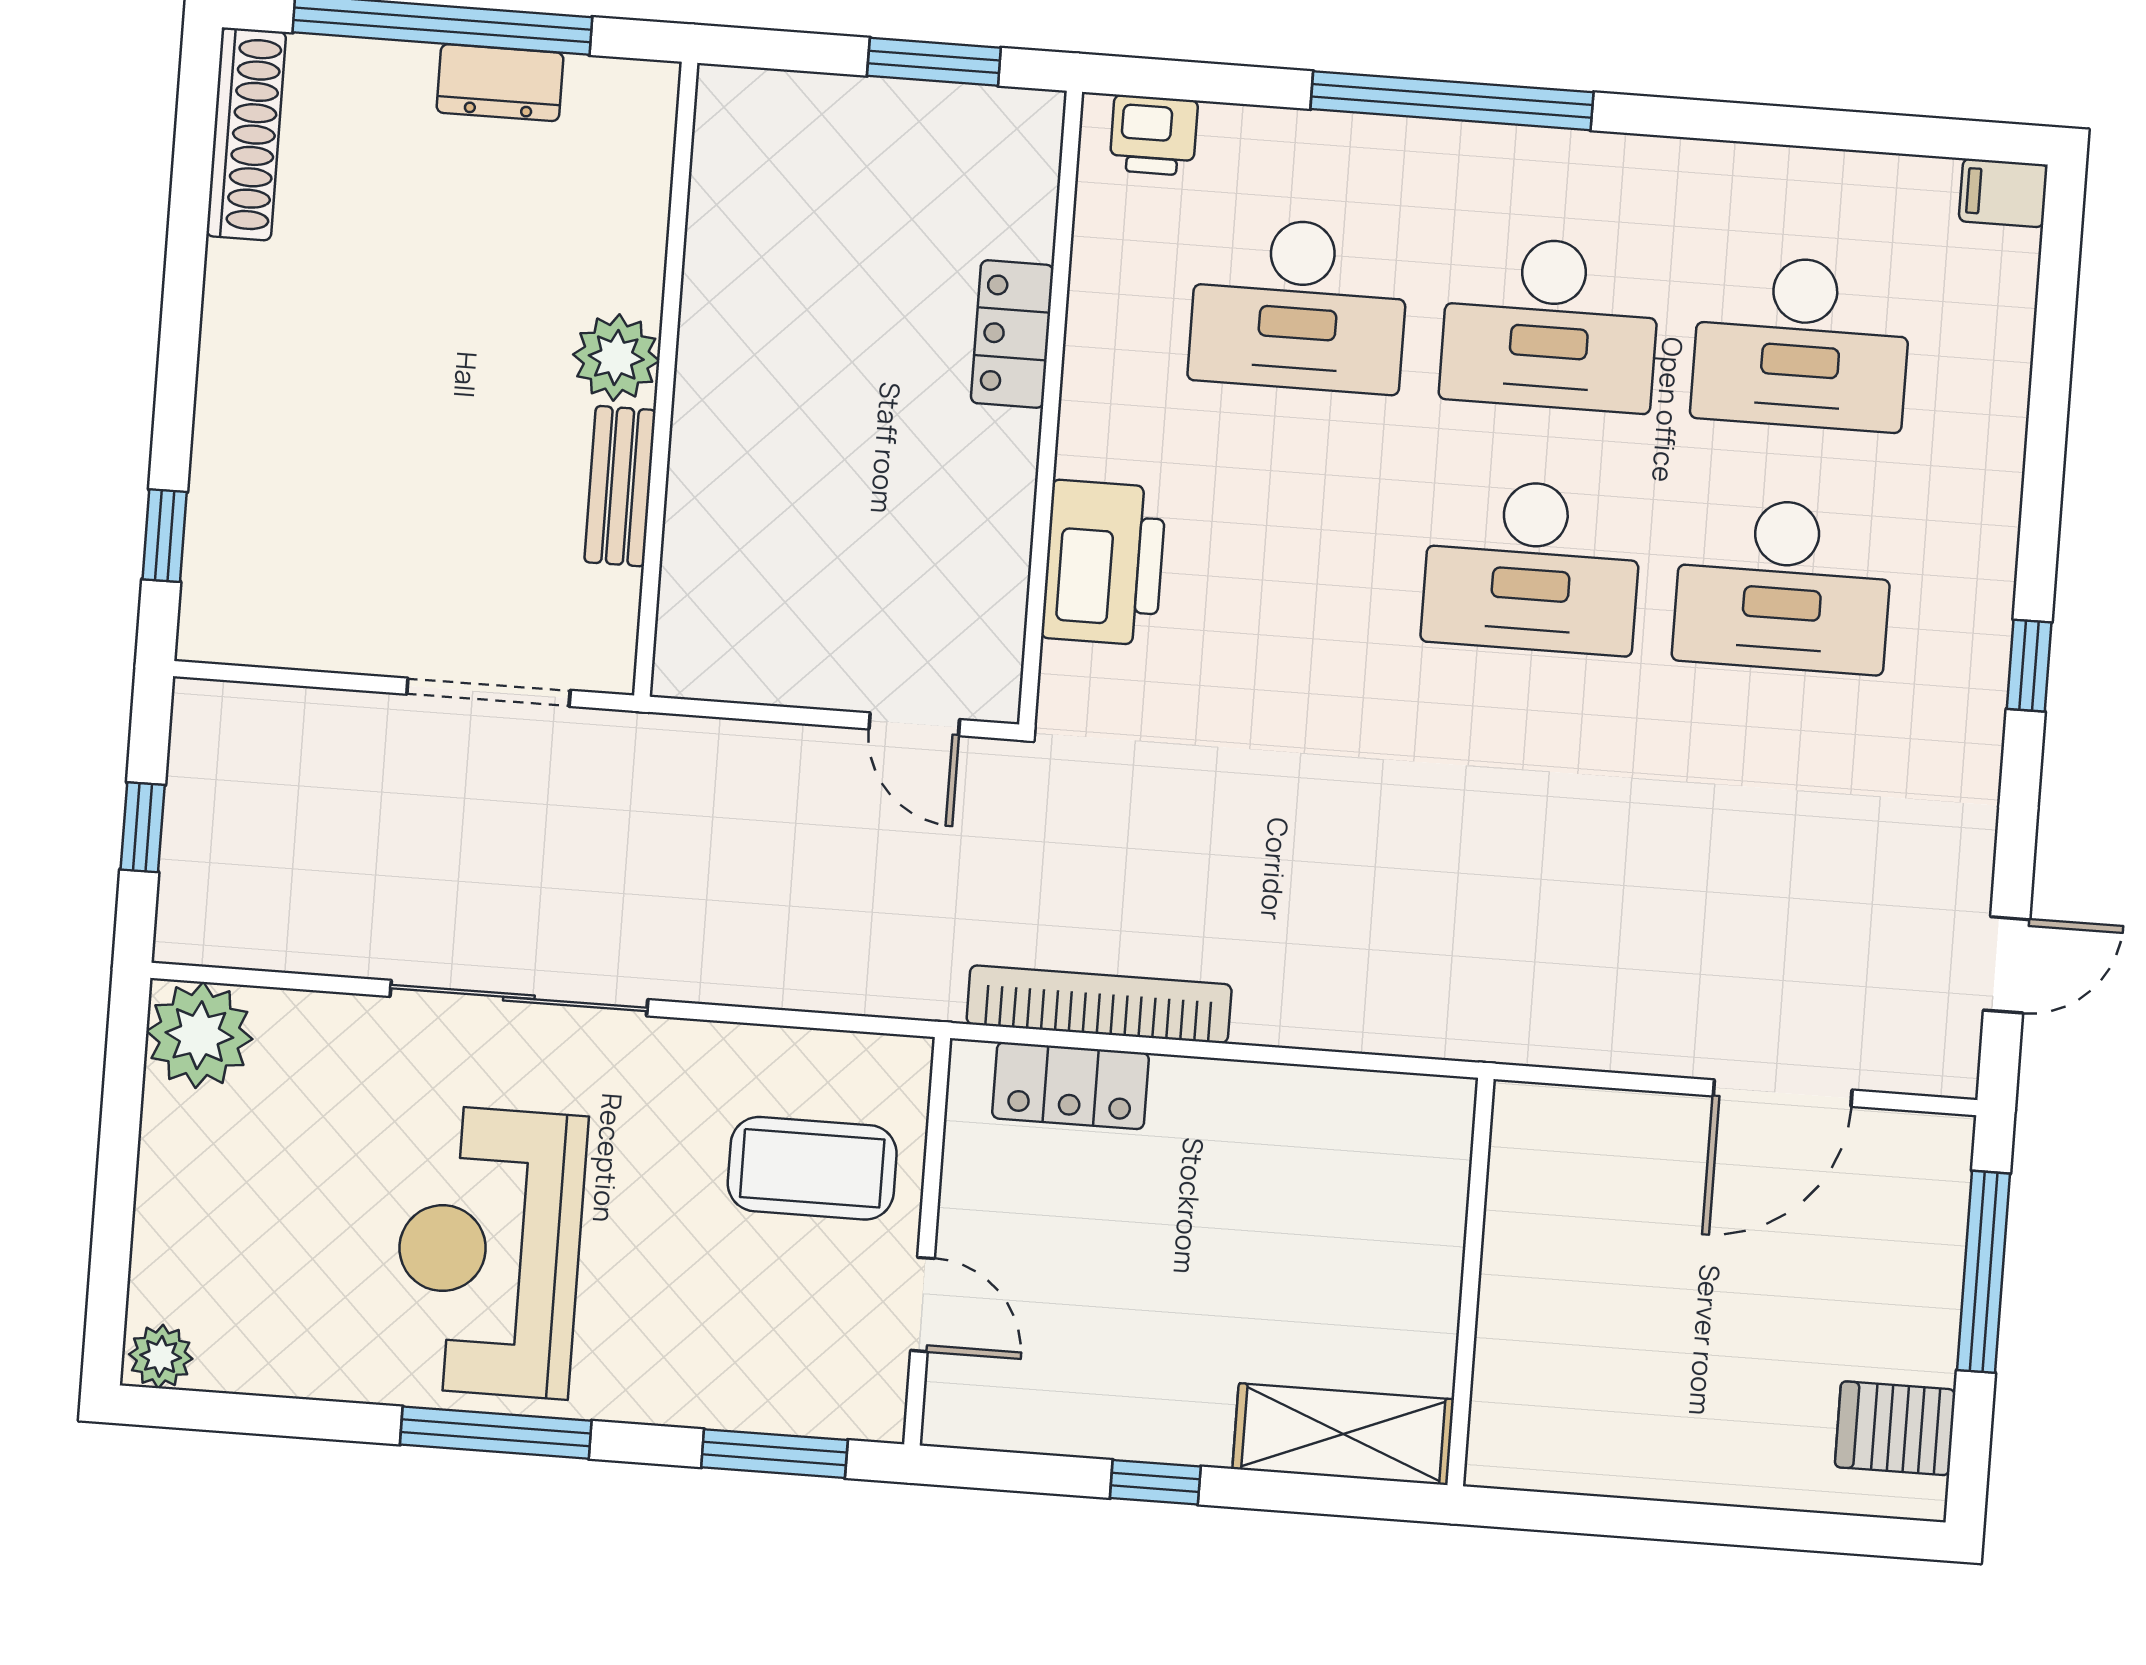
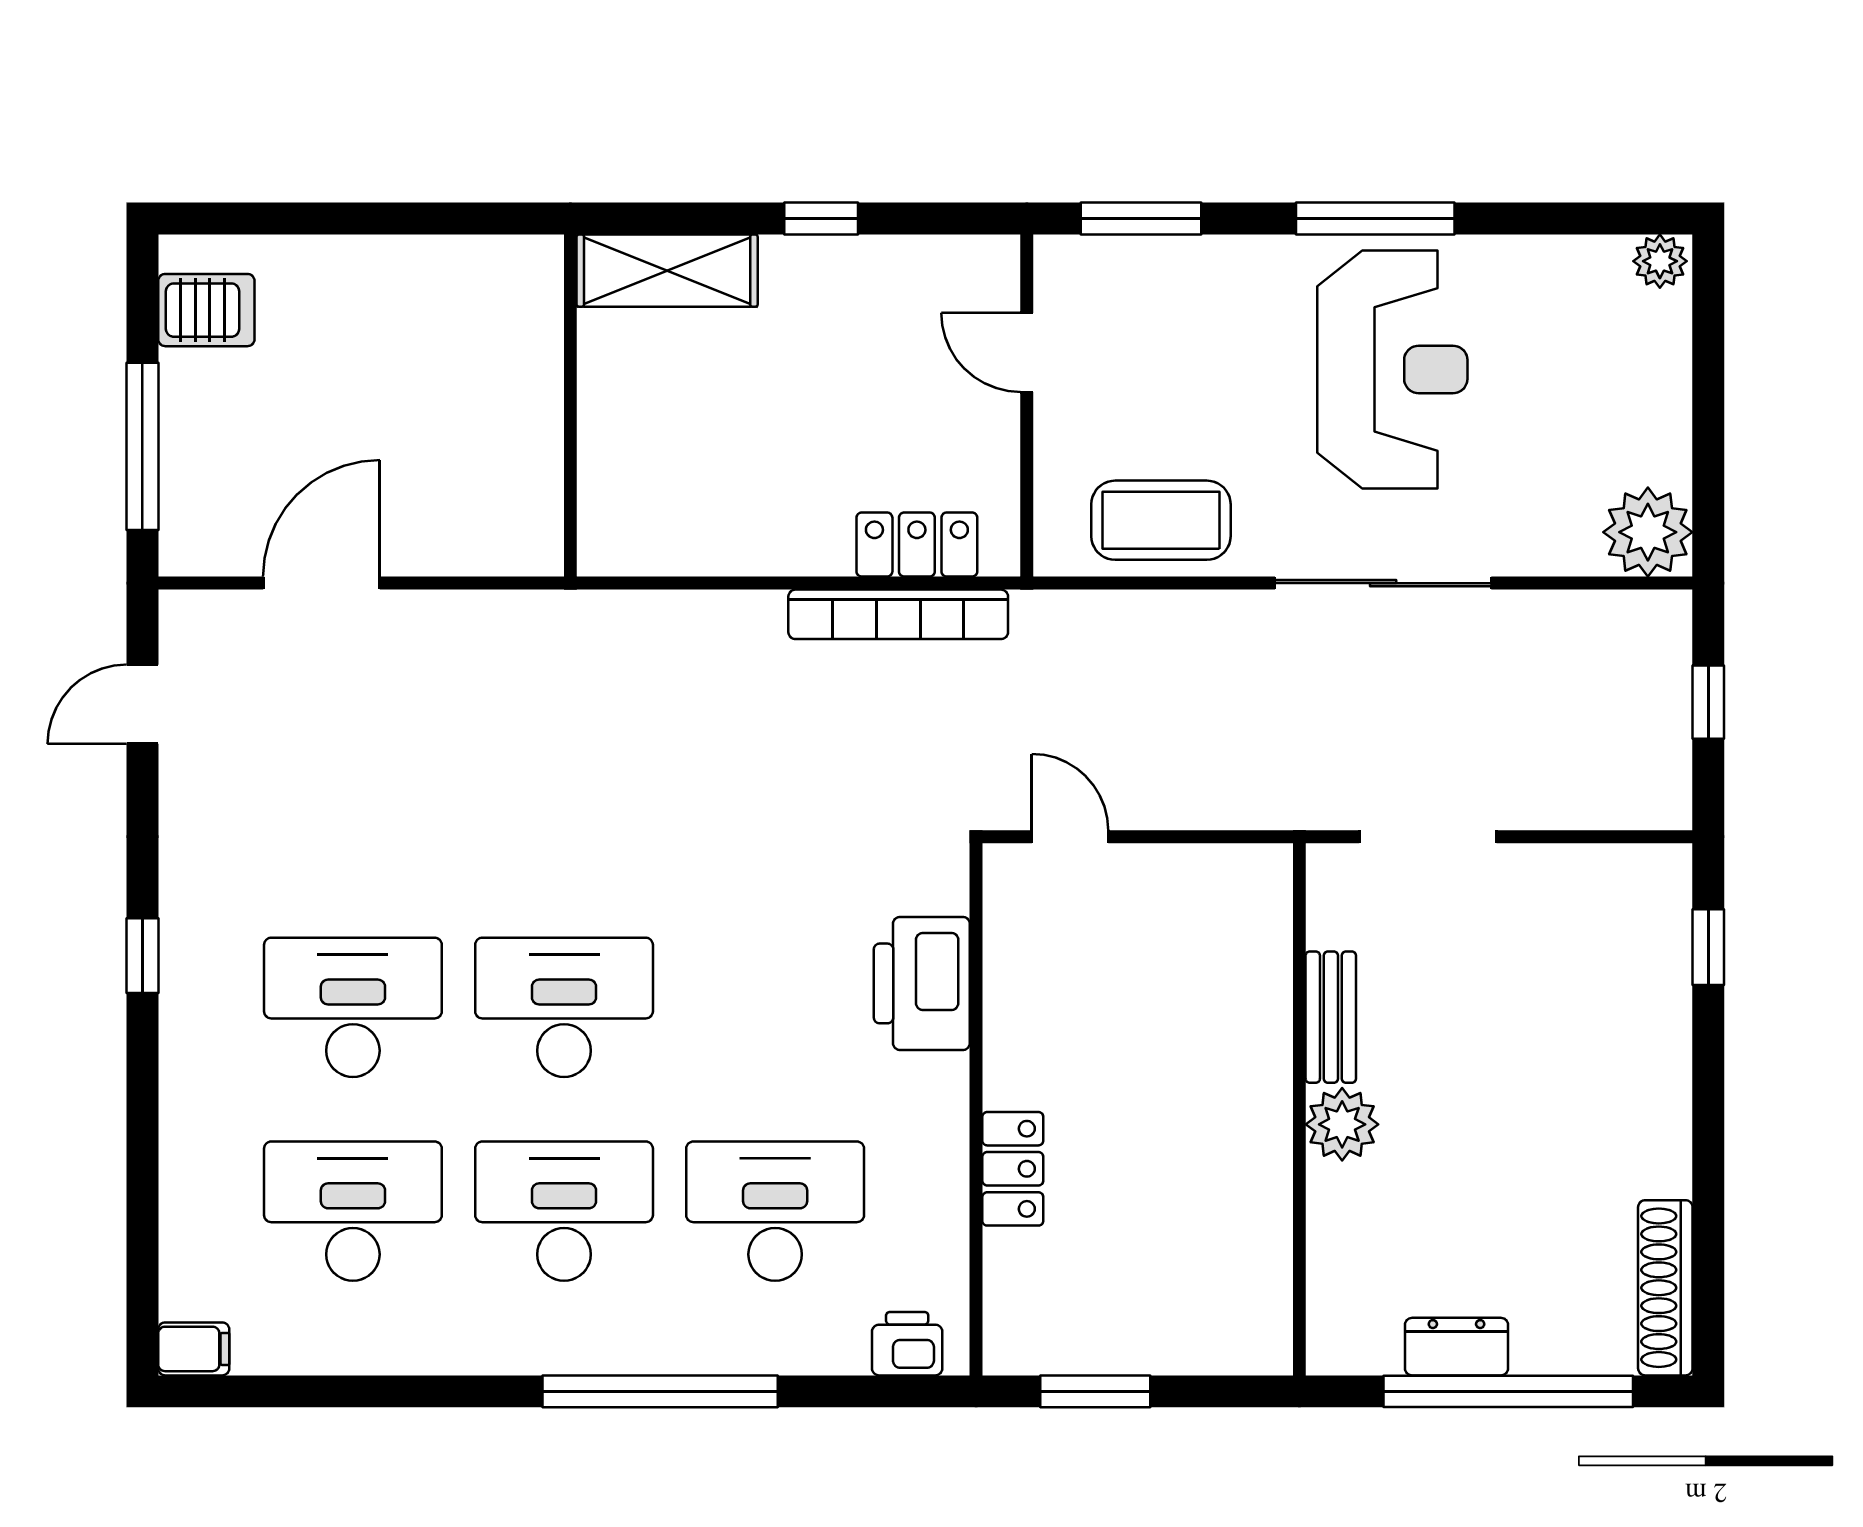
coffee table: (812, 1168) -> (1161, 520), moved

